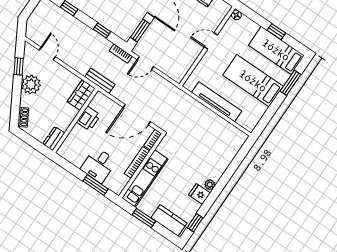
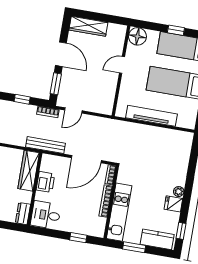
floor lamp: (236, 15) -> (137, 36), width x1.89, depth x1.89
bench: (100, 81) -> (45, 145), width x1.36
wardrobe: (81, 95) -> (29, 171), width x1.50
desk: (98, 165) -> (46, 215), moved, turned 90
window: (95, 185) -> (78, 238), width x0.67

